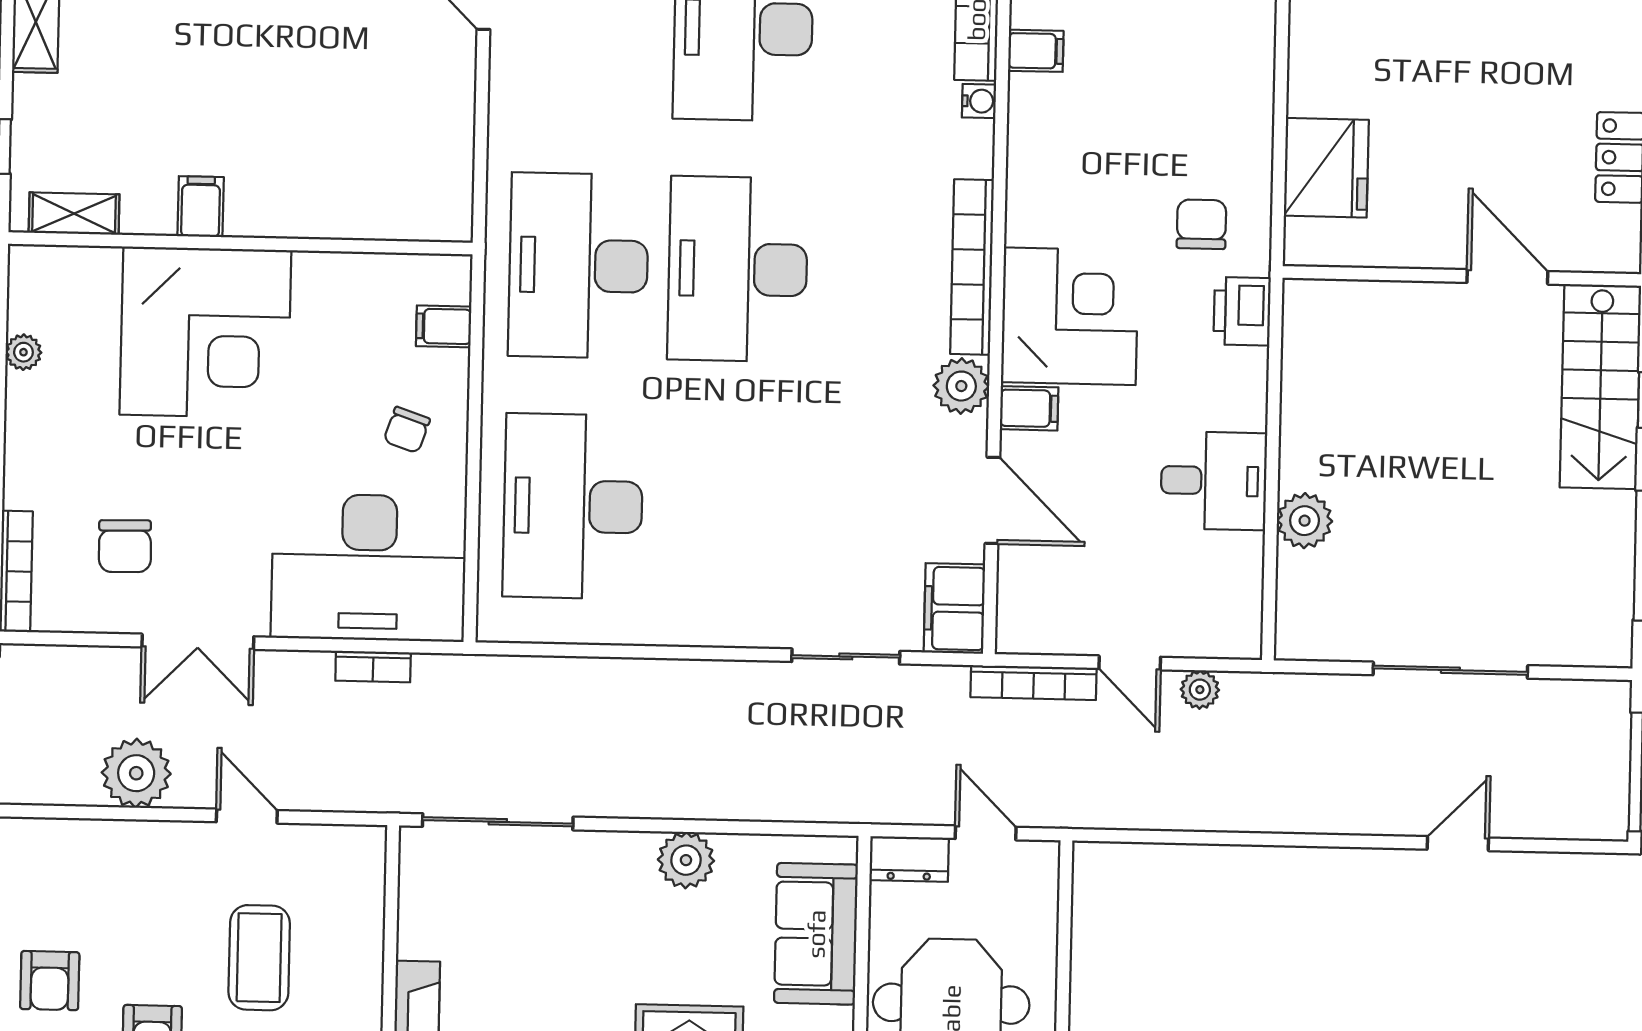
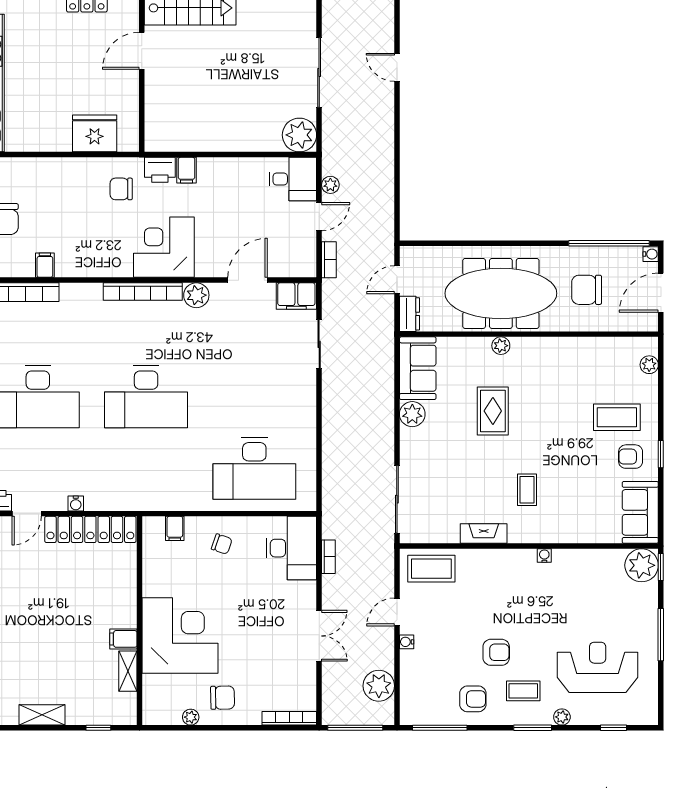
water cooler: (979, 101) -> (76, 504), moved, turned 180
locker: (446, 139) -> (90, 529), added
shelving: (74, 214) -> (128, 671), moved
desk: (579, 265) -> (146, 468), removed
filing cabinet: (1029, 408) -> (187, 170), moved, turned 180
desk: (1214, 481) -> (293, 179), moved, turned 90
plant: (1305, 521) -> (299, 135), moved, width x1.36, depth x1.36
chair: (125, 546) -> (223, 698), moved
desk: (369, 567) -> (291, 548), width x0.73, depth x0.77
bookcase: (1034, 683) -> (329, 260), width x0.64
plant: (136, 773) -> (379, 686), moved
water cooler: (180, 836) -> (407, 642), added
sofa: (816, 934) -> (418, 368), moved, turned -90
coffee table: (259, 958) -> (431, 569), moved

